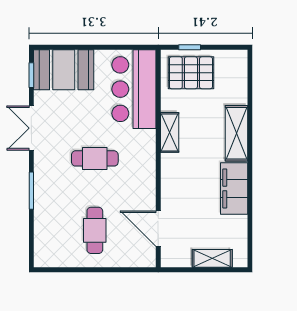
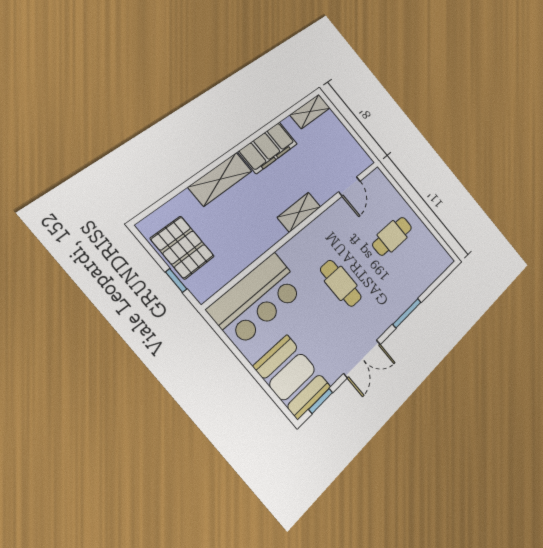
pallet: (191, 73) -> (182, 247), moved
shelving: (170, 132) -> (299, 212), moved
door: (158, 229) -> (349, 186), width x0.73
shelving: (212, 258) -> (310, 111), moved, turned 90

